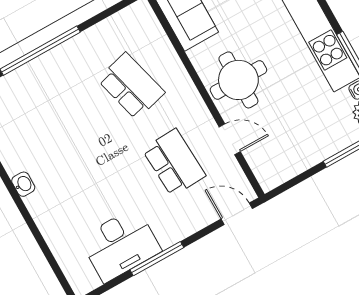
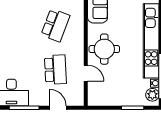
school desk: (131, 86) -> (55, 25), turned 36
door: (237, 214) -> (58, 108), moved

